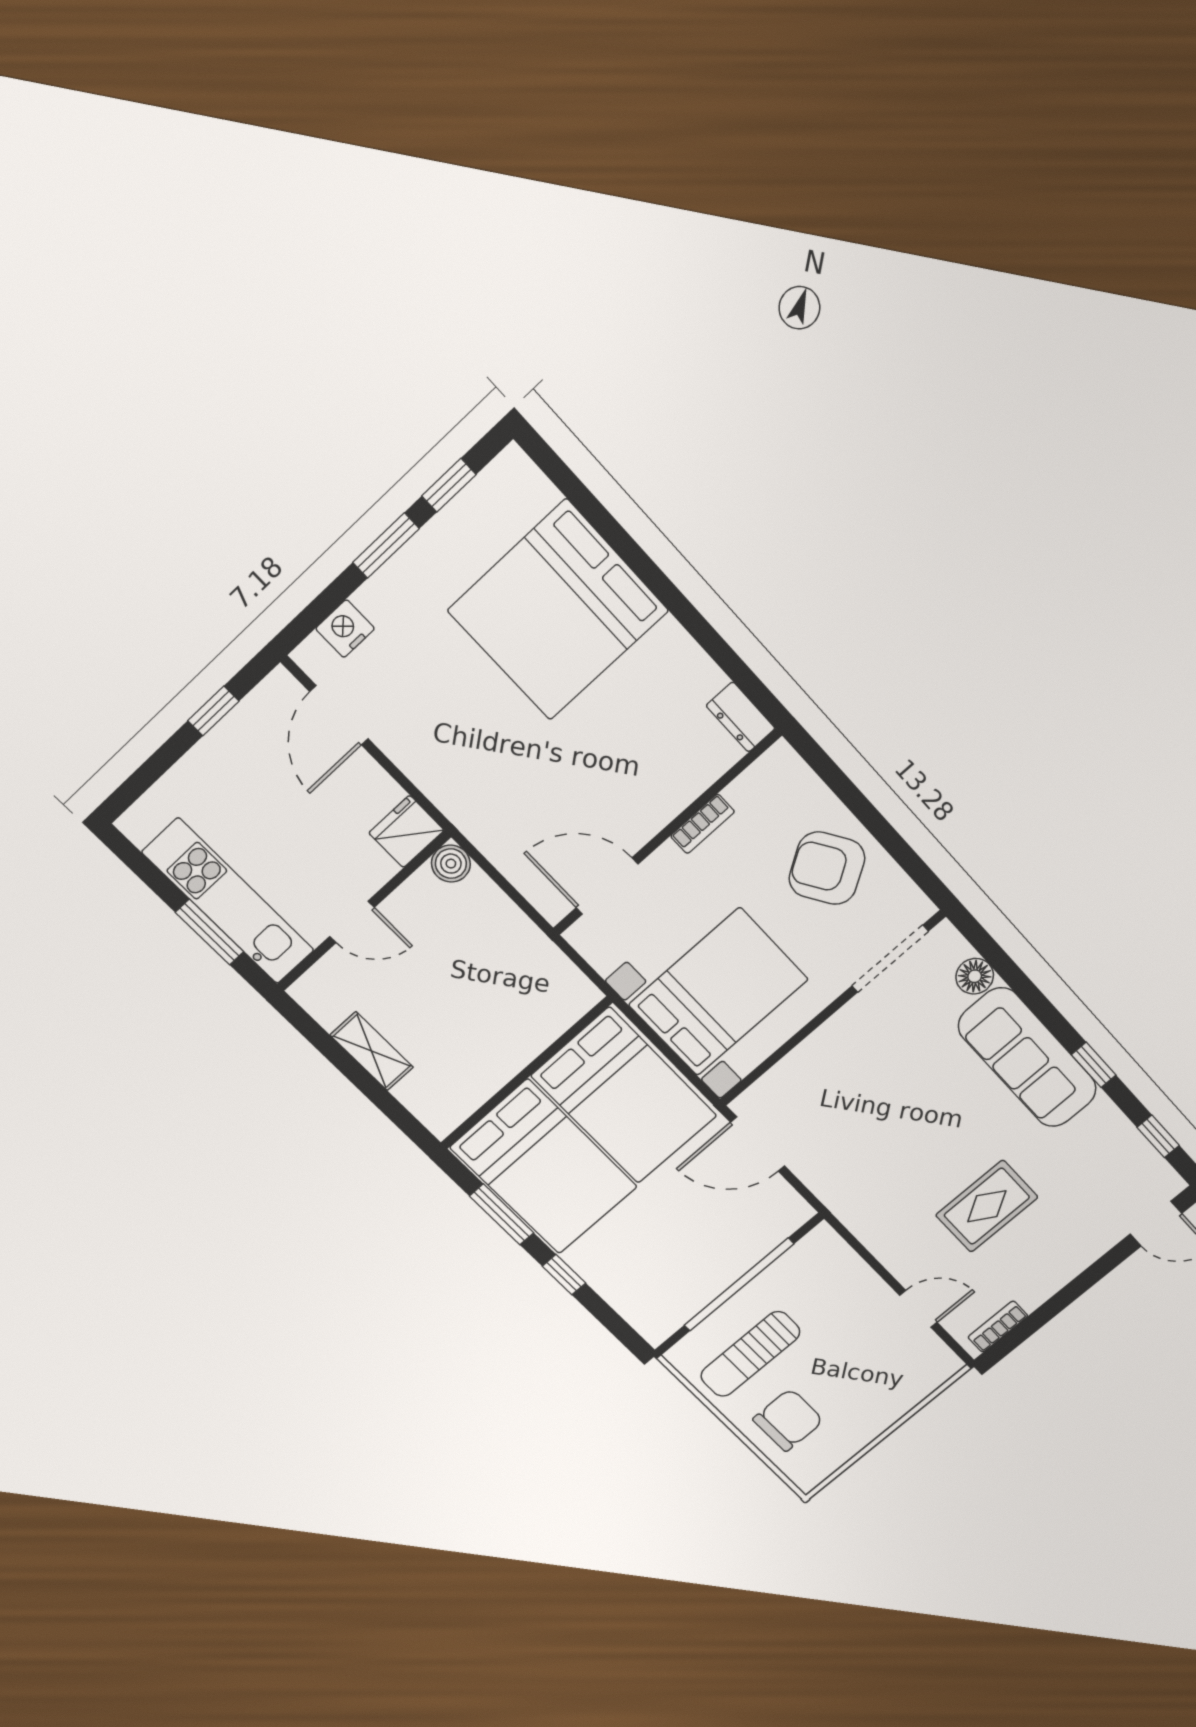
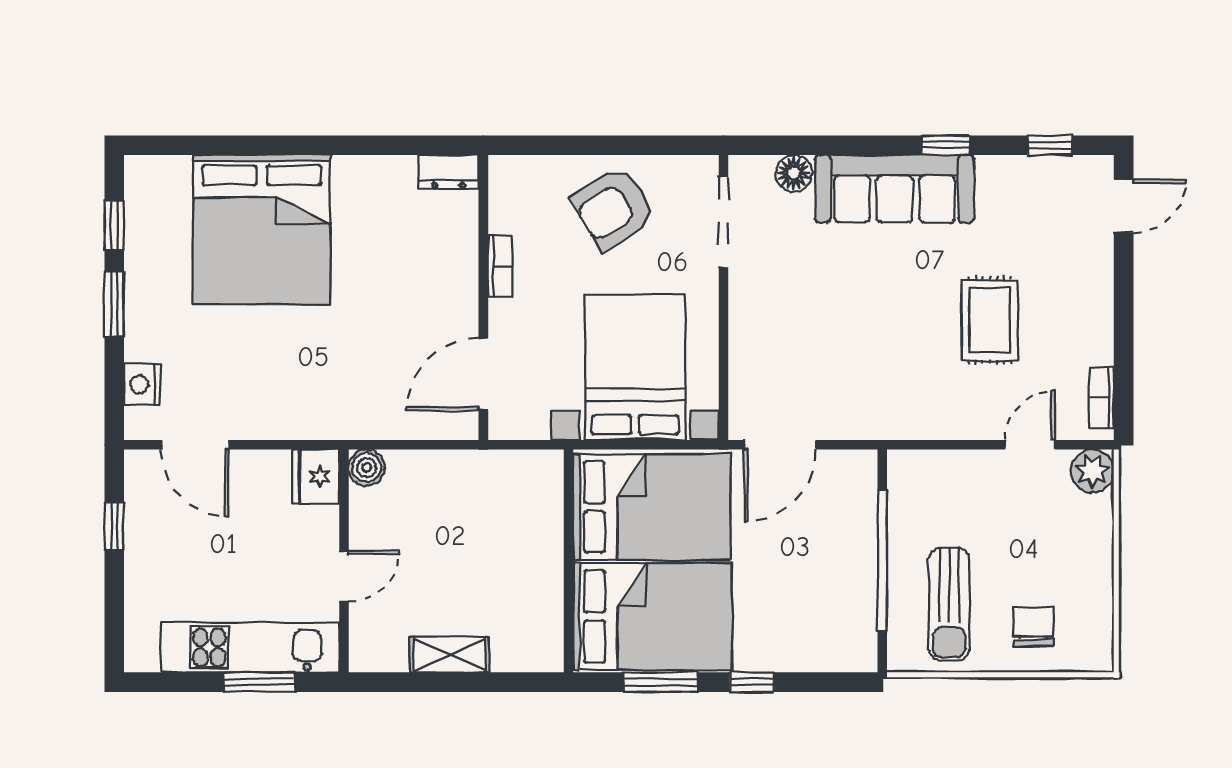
plant: (938, 1365) -> (1092, 471), added
chair: (788, 1420) -> (1034, 626), width x0.73, depth x0.73

